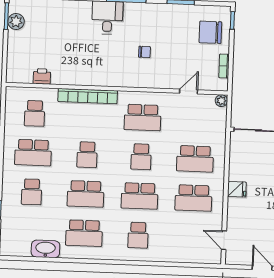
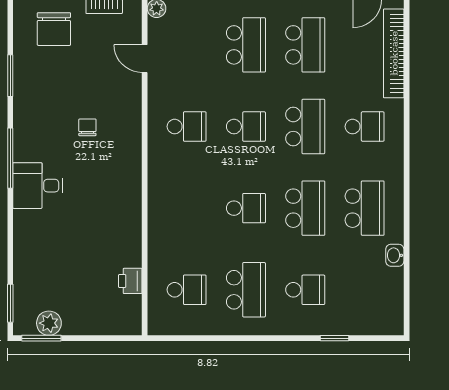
bookcase: (88, 96) -> (394, 53), moved, turned 180
school desk: (143, 118) -> (187, 127), width x0.54
washbasin: (45, 249) -> (395, 255), width x0.52, depth x0.69

